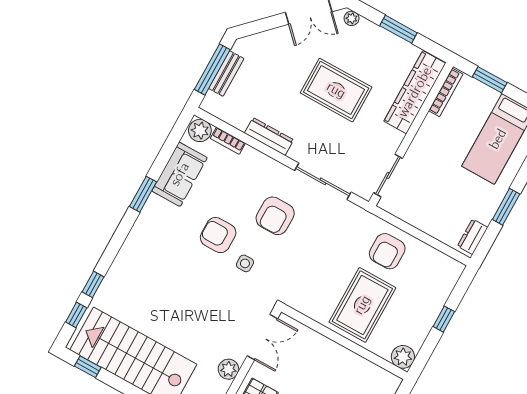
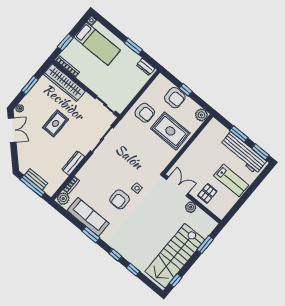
rug: (336, 90) -> (56, 124), width x0.73, depth x0.70
sofa: (180, 174) -> (88, 217), width x1.36
armchair: (275, 216) -> (175, 98), moved
window: (76, 315) -> (115, 255), moved

